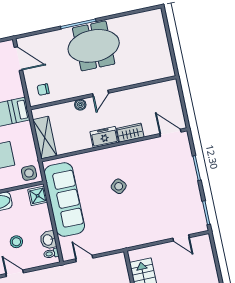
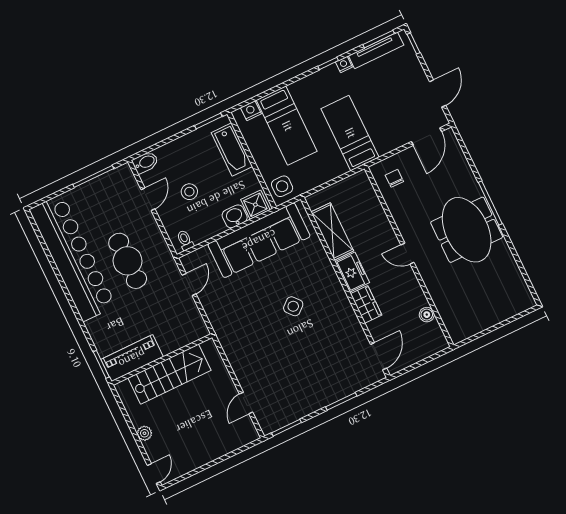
boiler: (80, 105) -> (427, 315), moved
shelving: (45, 138) -> (332, 231), moved, turned 90
washbasin: (48, 240) -> (235, 216), moved

